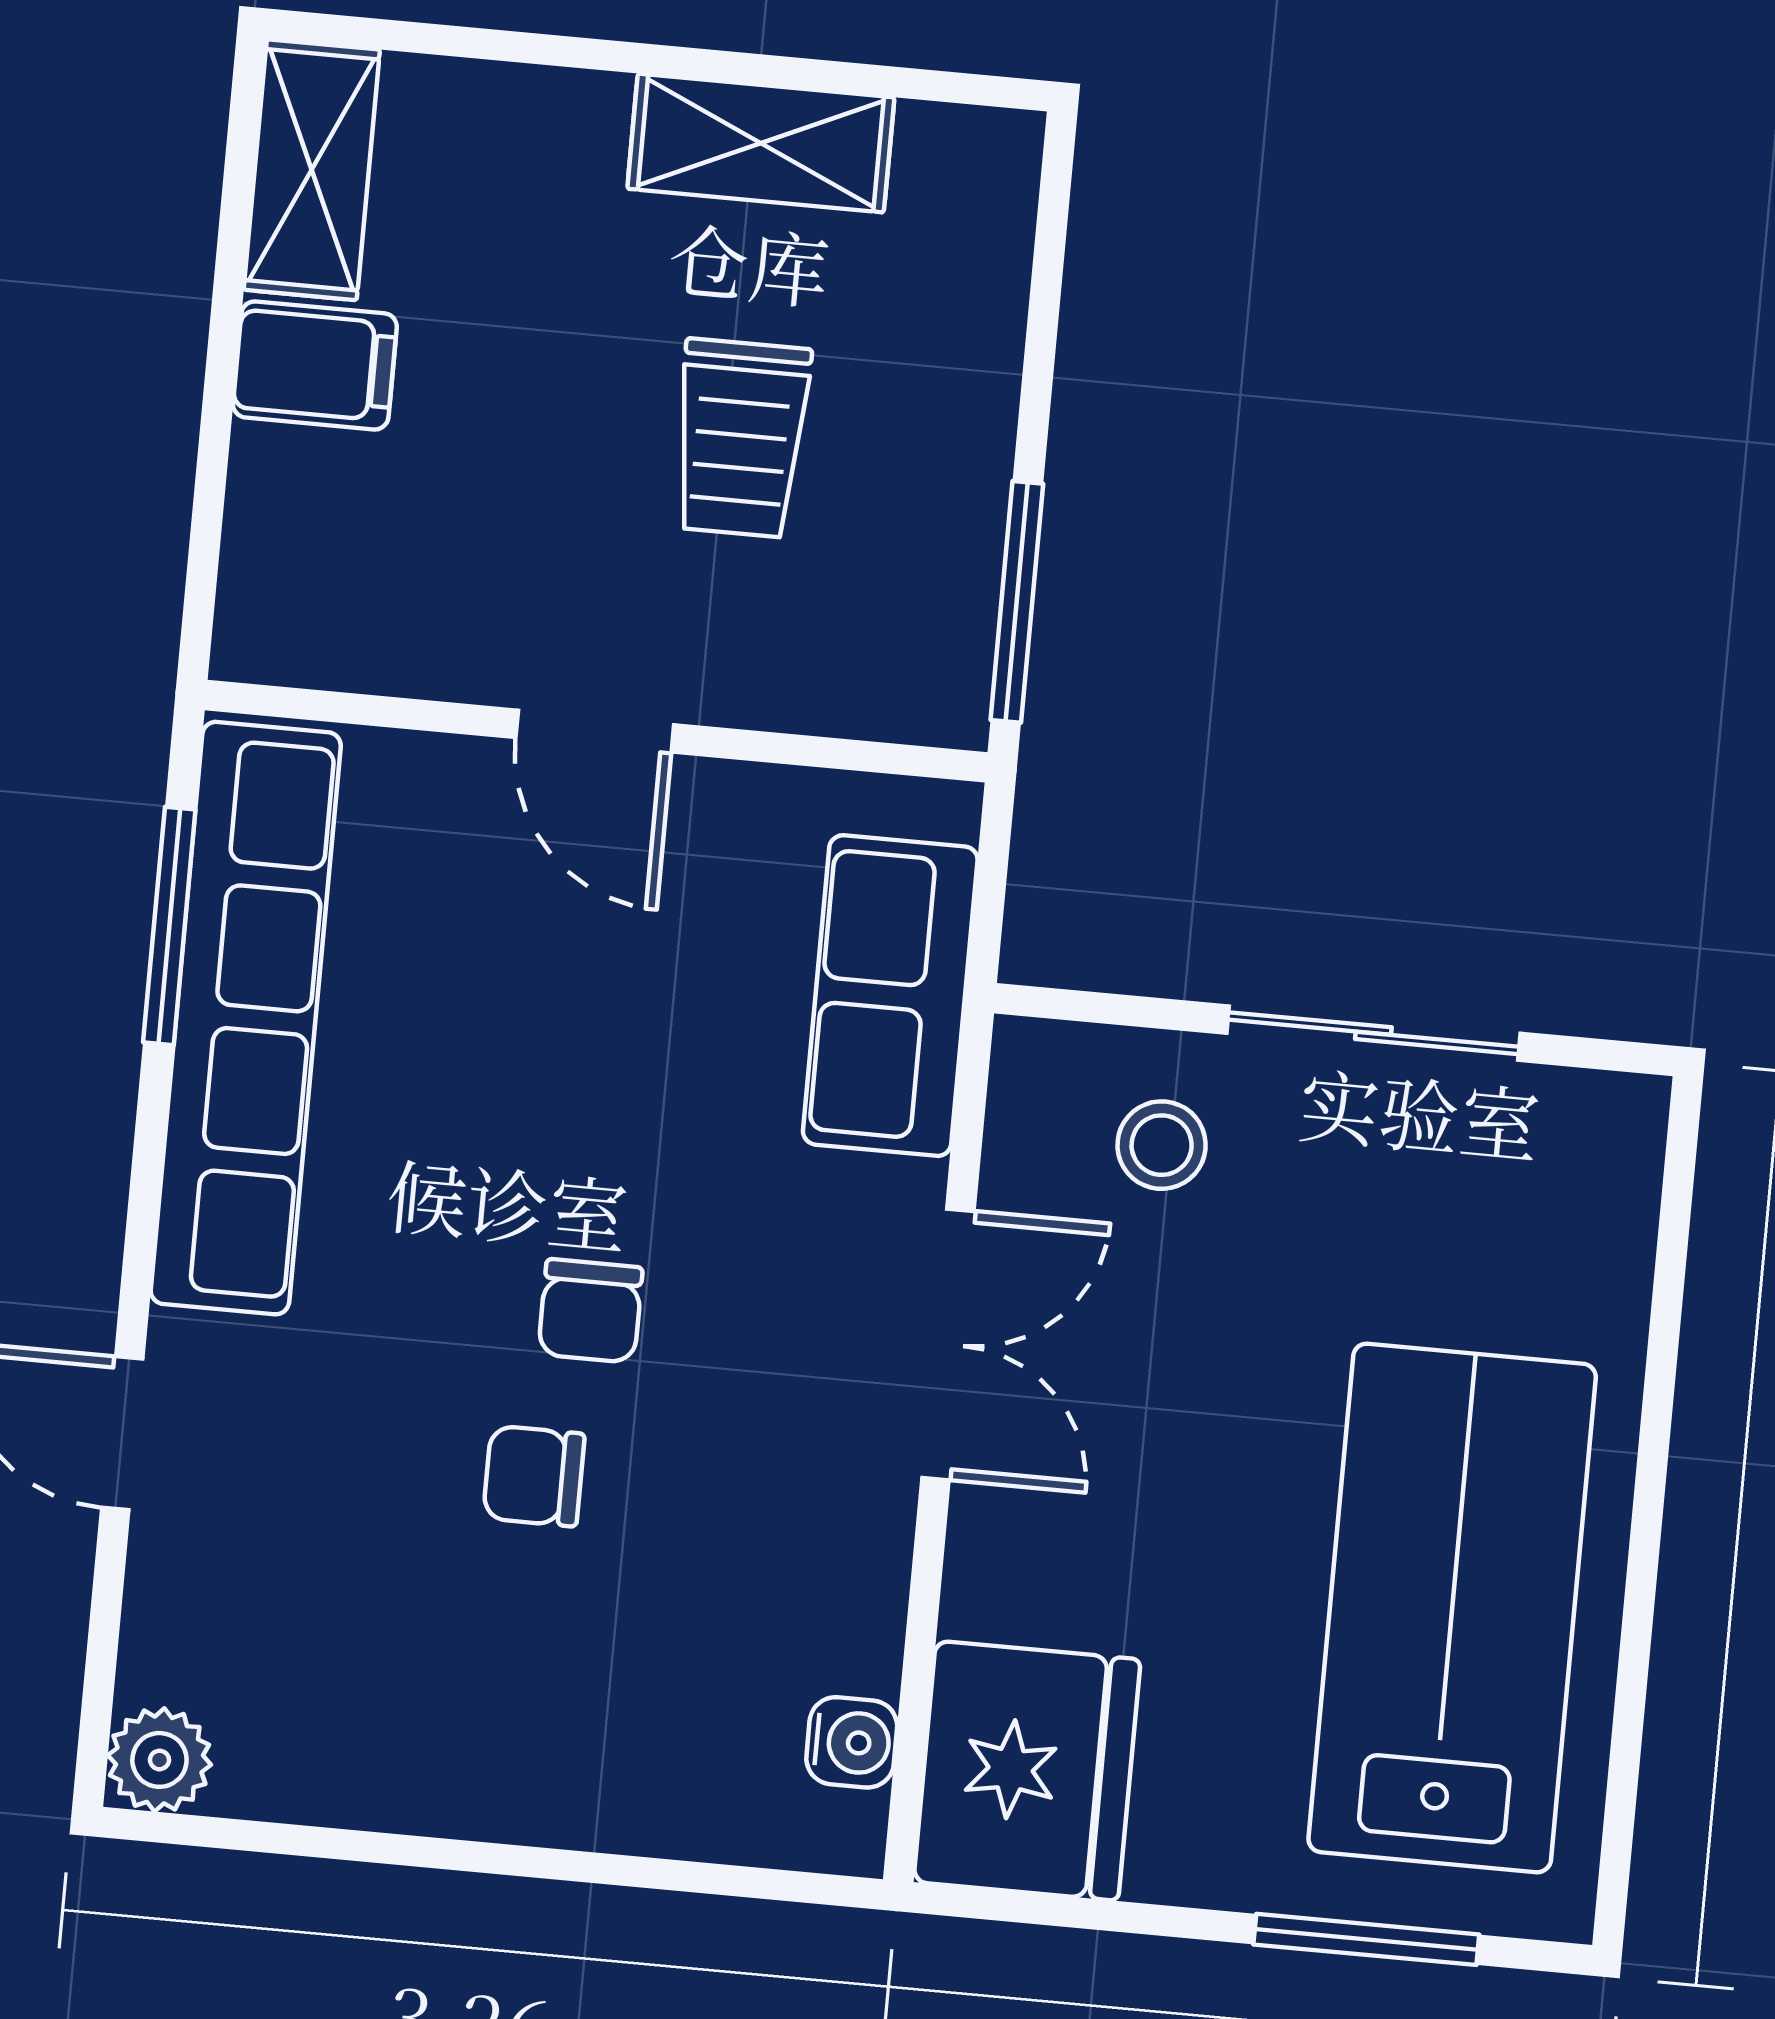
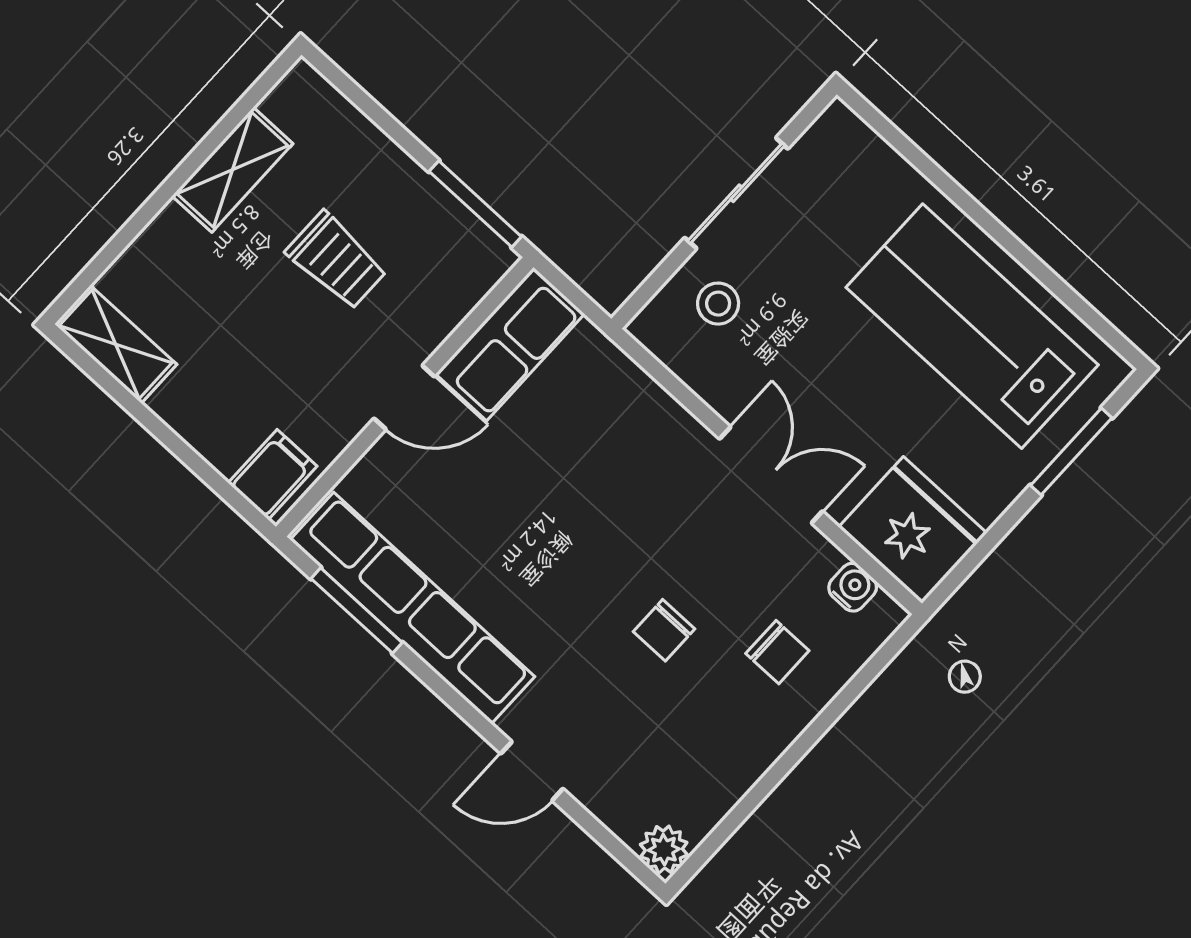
filing cabinet: (315, 365) -> (273, 475), moved
row of seats: (890, 996) -> (510, 344), moved, turned -90
chair: (590, 1311) -> (777, 652), moved
double door: (948, 1344) -> (771, 475), moved

